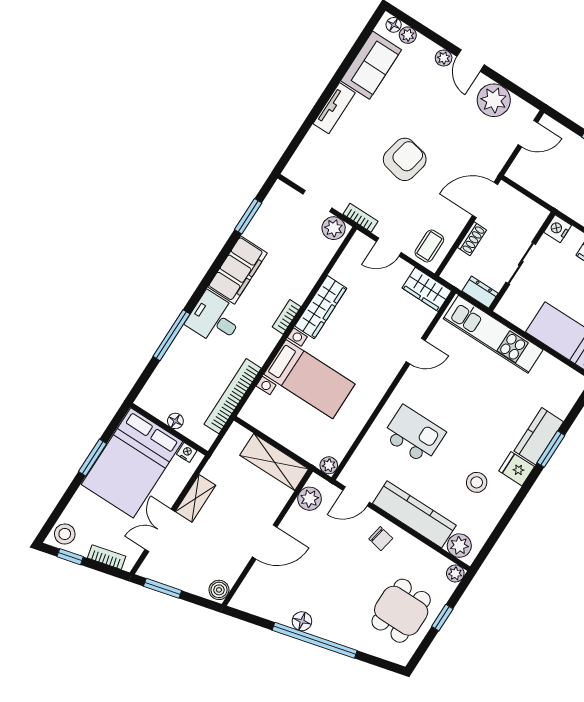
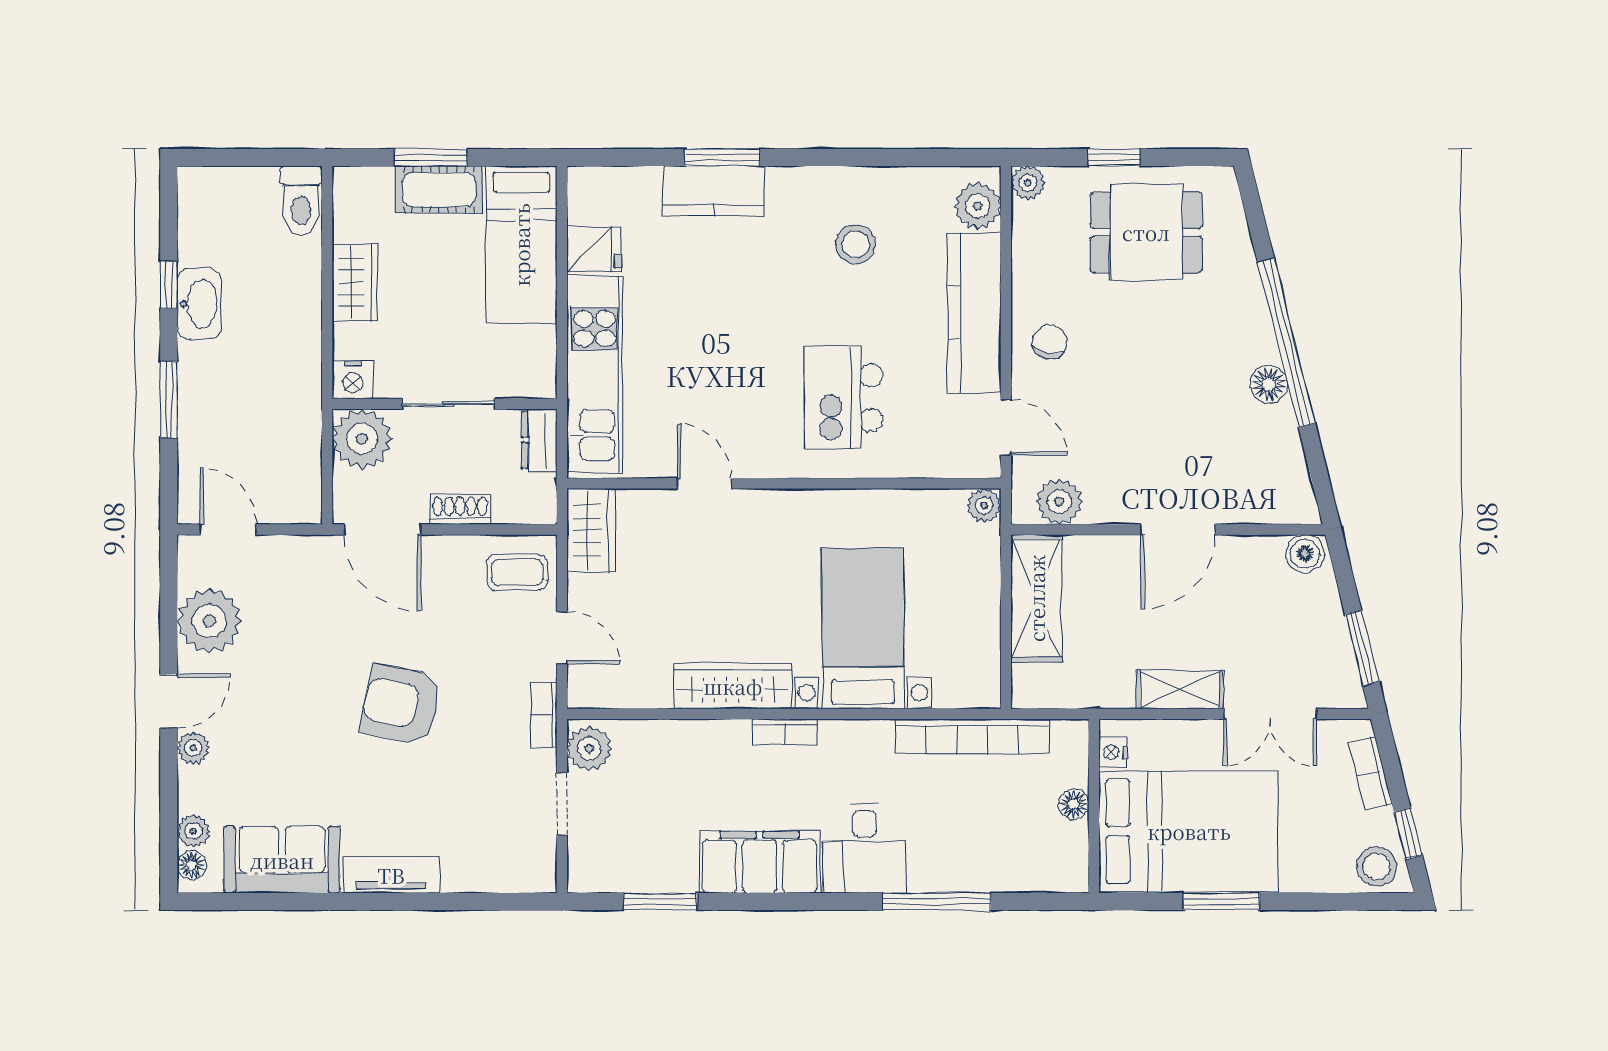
plant: (530, 216) -> (362, 439), added
fridge: (517, 469) -> (594, 249), moved, turned -90
door: (265, 542) -> (1178, 529), swing flipped

